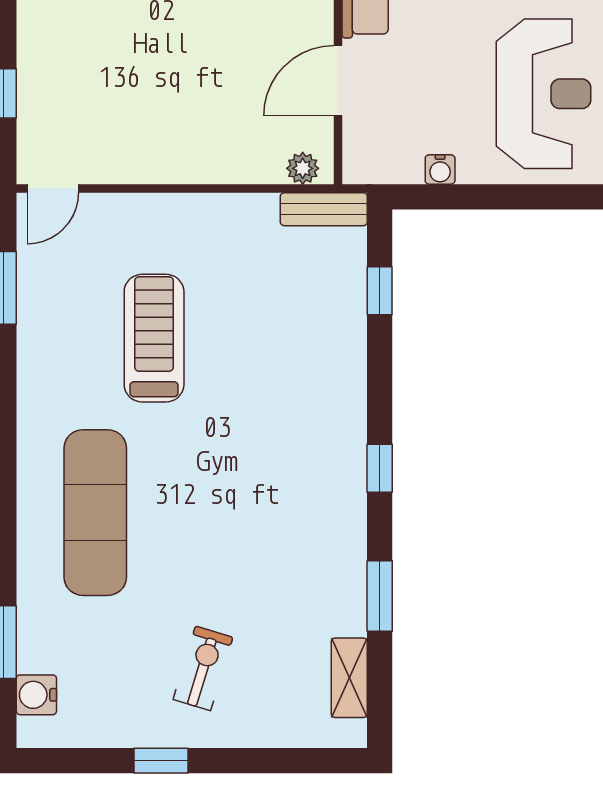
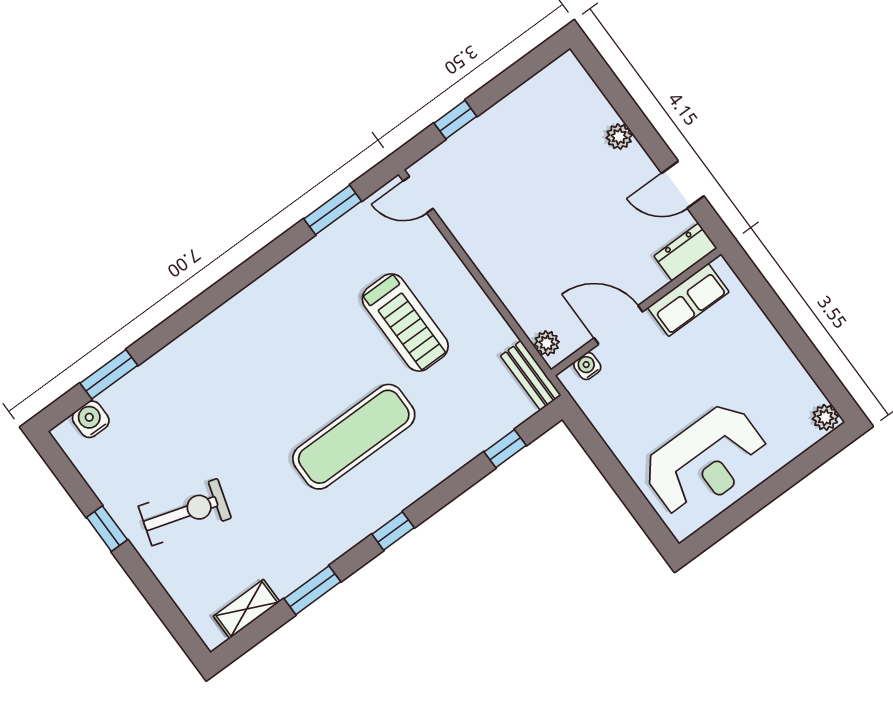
water cooler: (440, 170) -> (587, 366), moved, turned 90
treadmill: (154, 338) -> (405, 322), moved, turned 90
exercise mat: (95, 513) -> (354, 437), moved
exercise bike: (203, 668) -> (185, 512), width x1.38, depth x1.39

